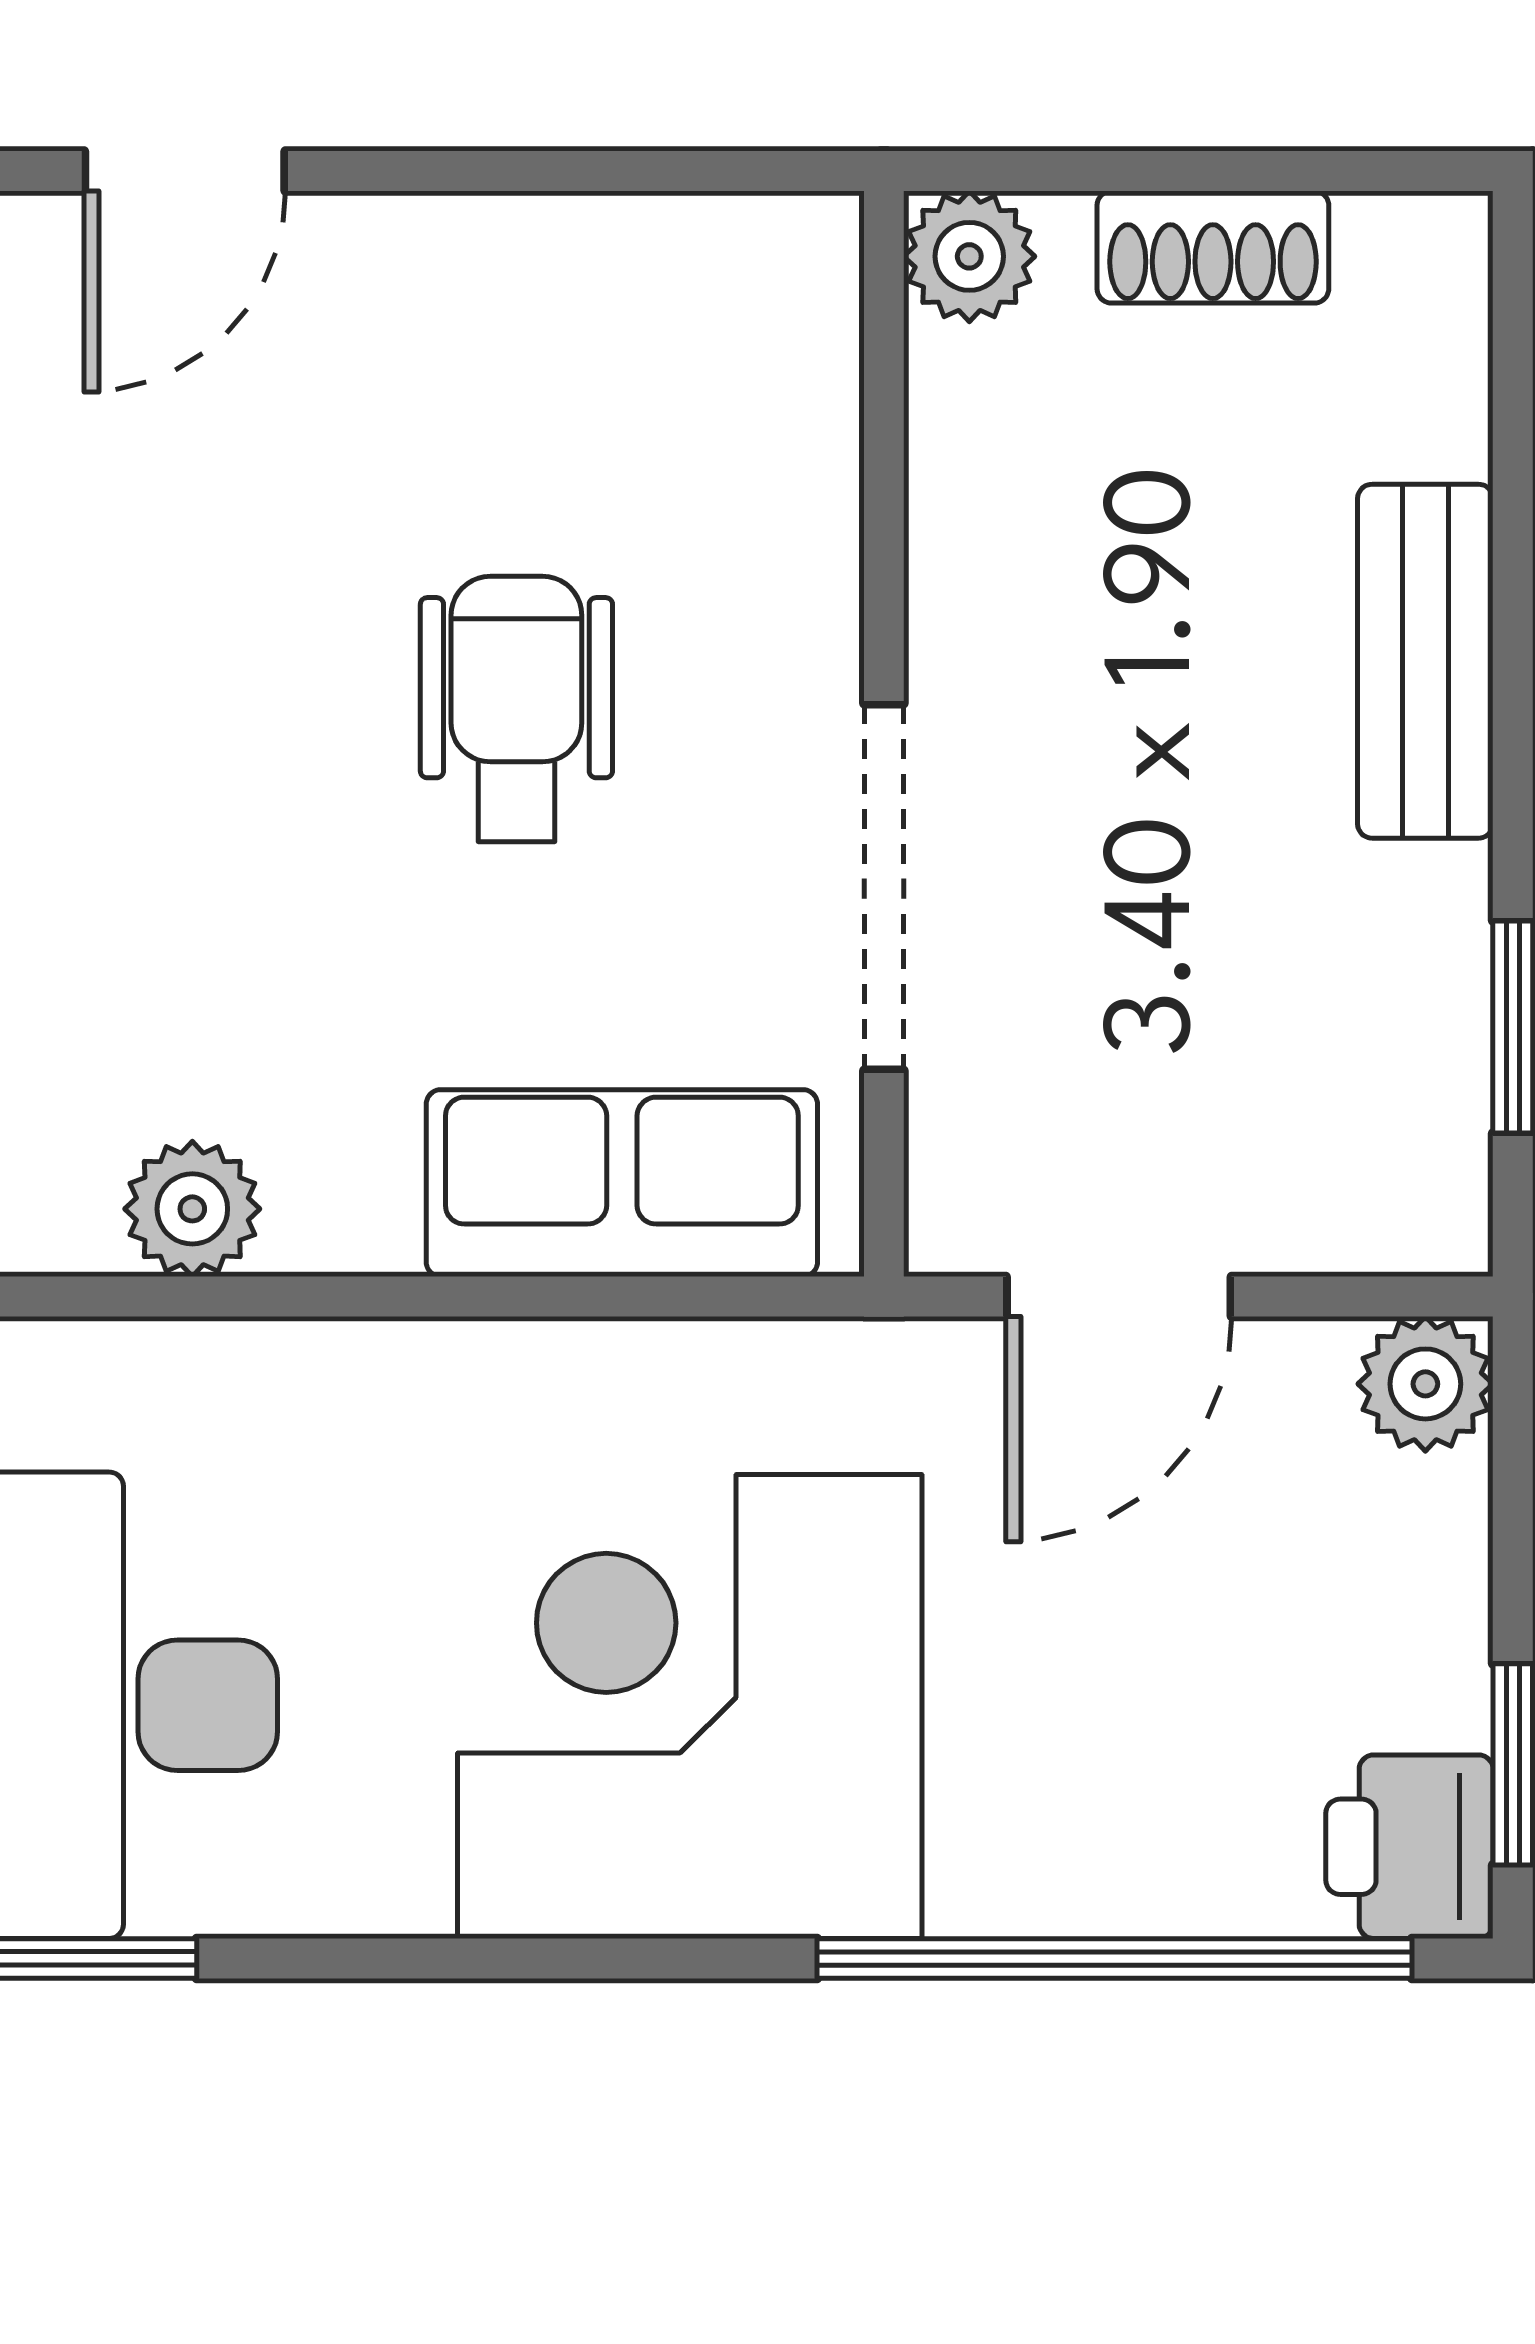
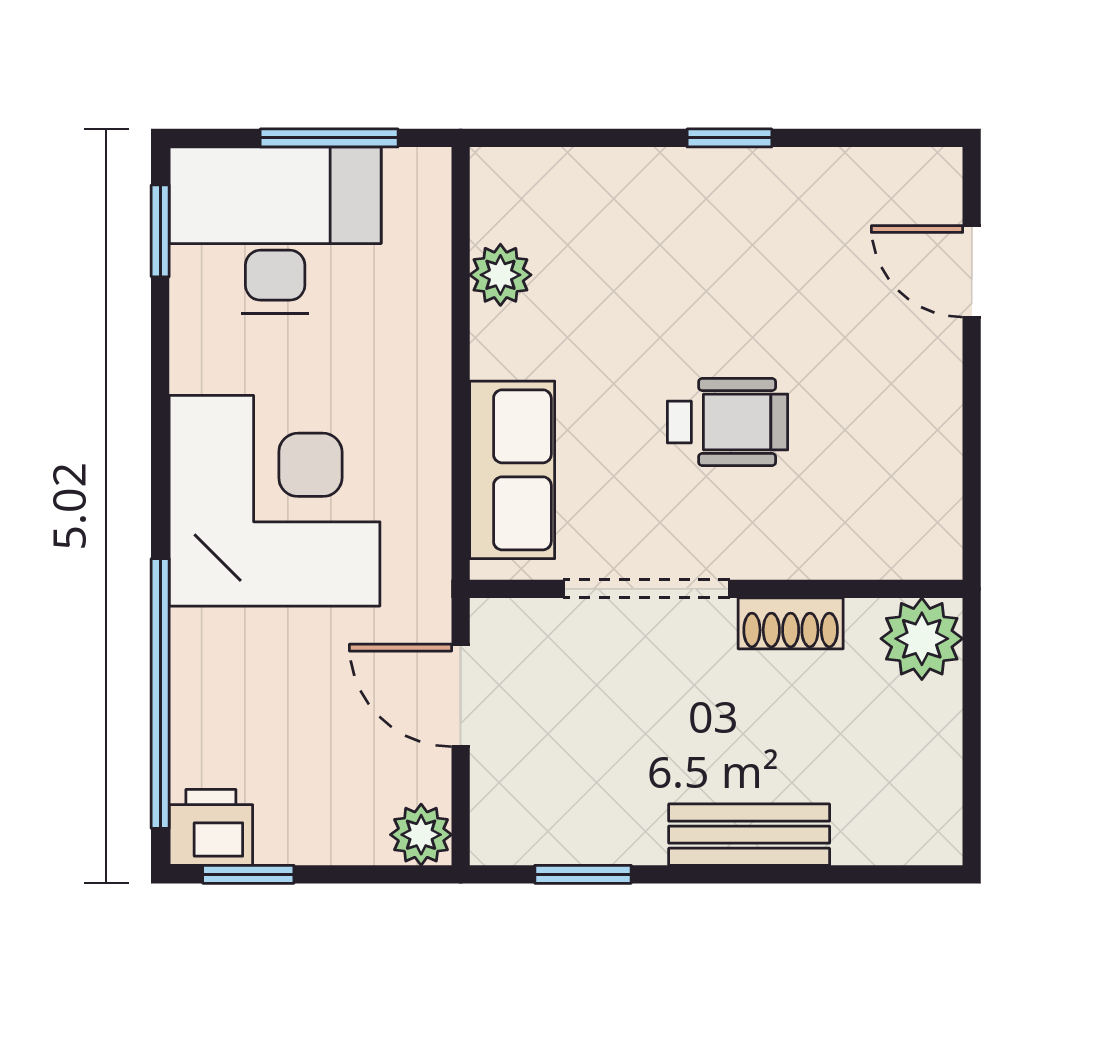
shoe rack: (1213, 247) -> (791, 623), moved, turned -90
plant: (969, 256) -> (922, 639), width x1.38, depth x1.38

